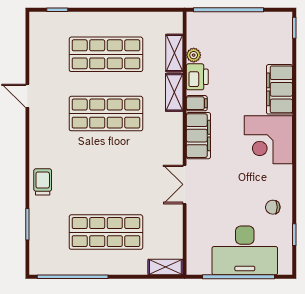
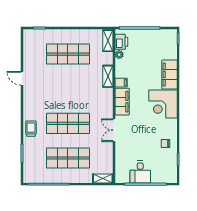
shelving: (174, 53) -> (108, 41), moved
printer: (197, 77) -> (121, 42), moved
shop shelf: (106, 114) -> (68, 123), moved
desk: (245, 250) -> (140, 172), width x0.53, depth x0.77

